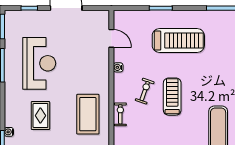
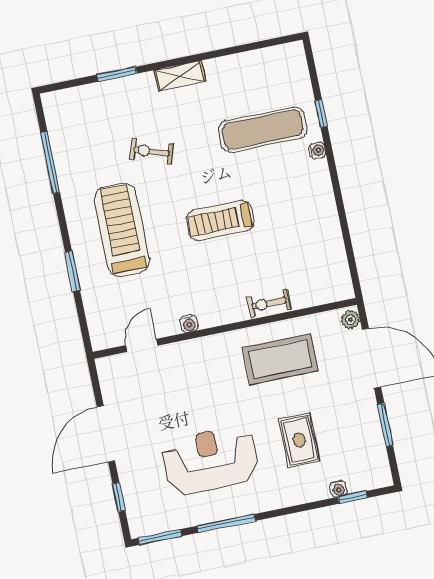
exercise bike: (145, 91) -> (152, 151), moved
rug: (40, 116) -> (299, 440), turned 90

